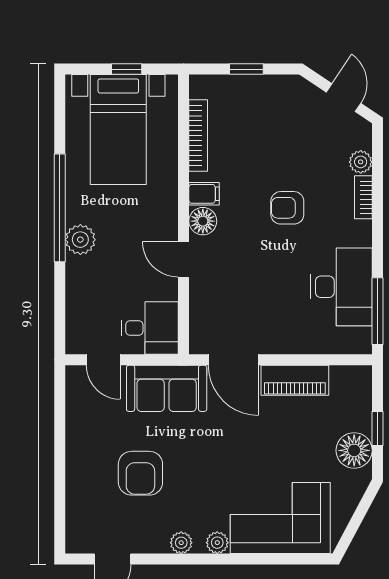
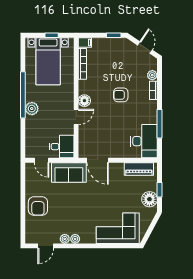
window: (246, 69) -> (114, 35), moved
filing cabinet: (204, 194) -> (85, 43), moved
door: (184, 259) -> (76, 117), swing flipped
desk: (341, 287) -> (144, 141), moved
window: (377, 311) -> (160, 124), moved
piano: (295, 380) -> (139, 169), moved
armchair: (140, 473) -> (38, 206), moved
plant: (217, 543) -> (65, 239), moved

